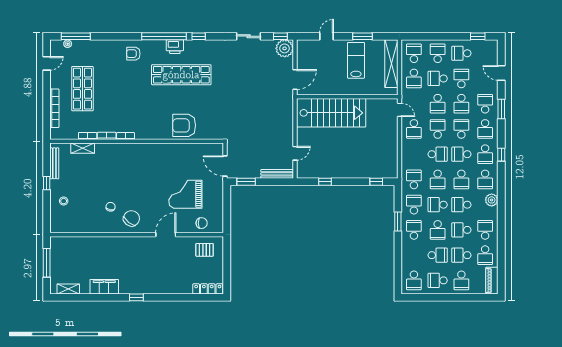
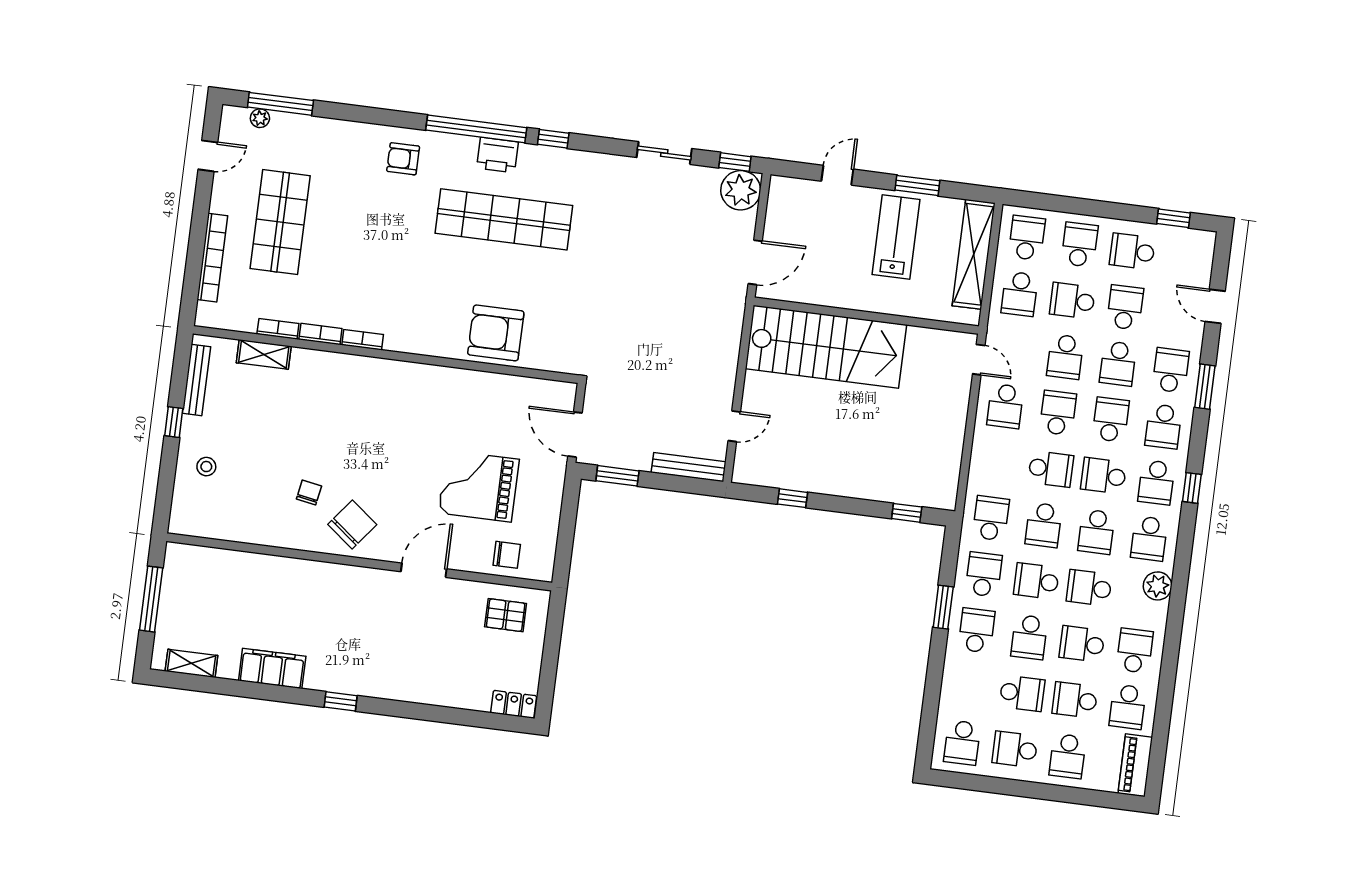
locker: (208, 289) -> (514, 704), width x0.66

